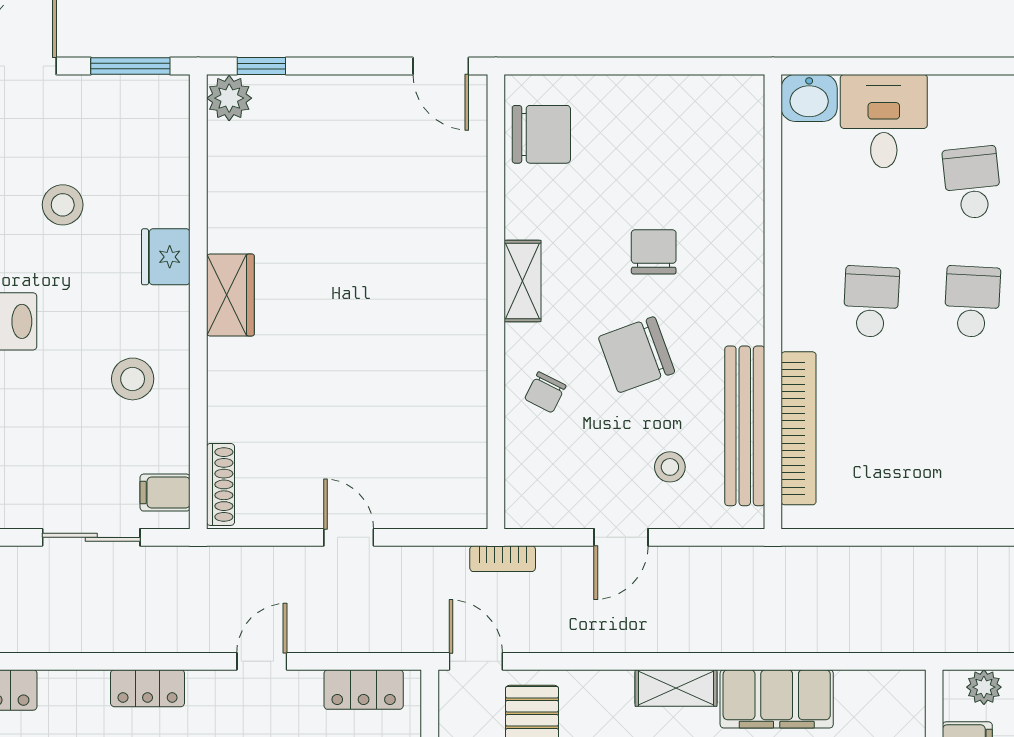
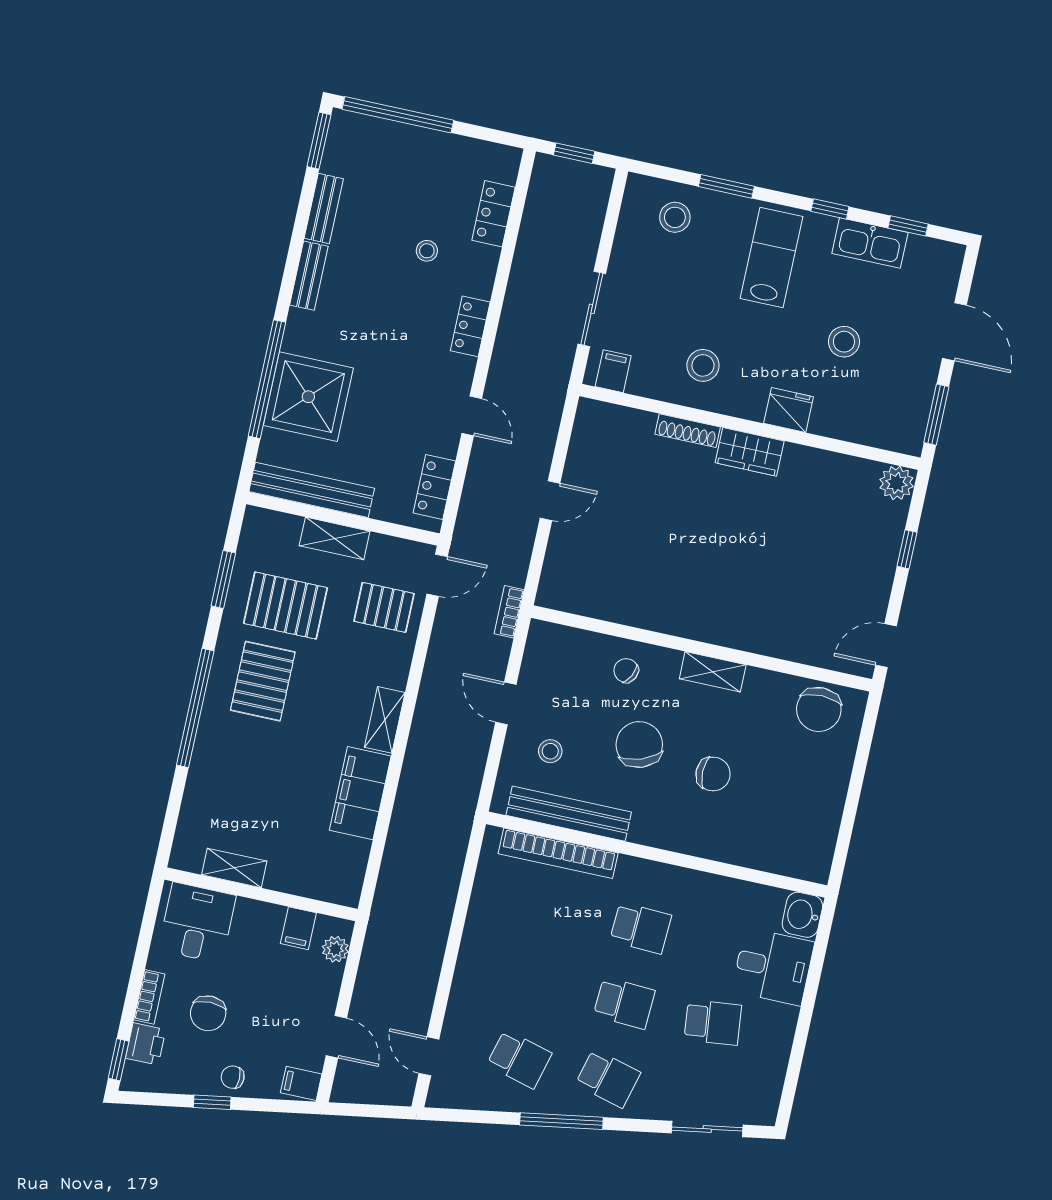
window: (261, 66) -> (907, 549), moved
shoe rack: (220, 484) -> (688, 431), moved

